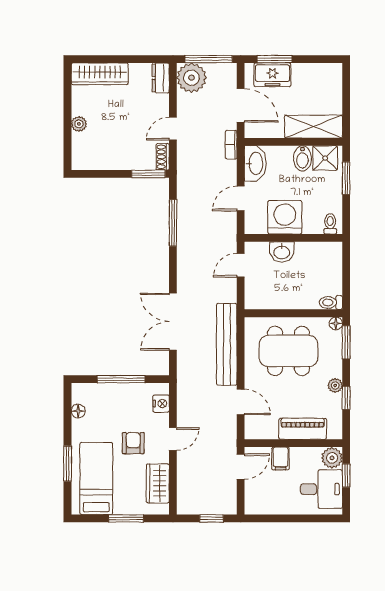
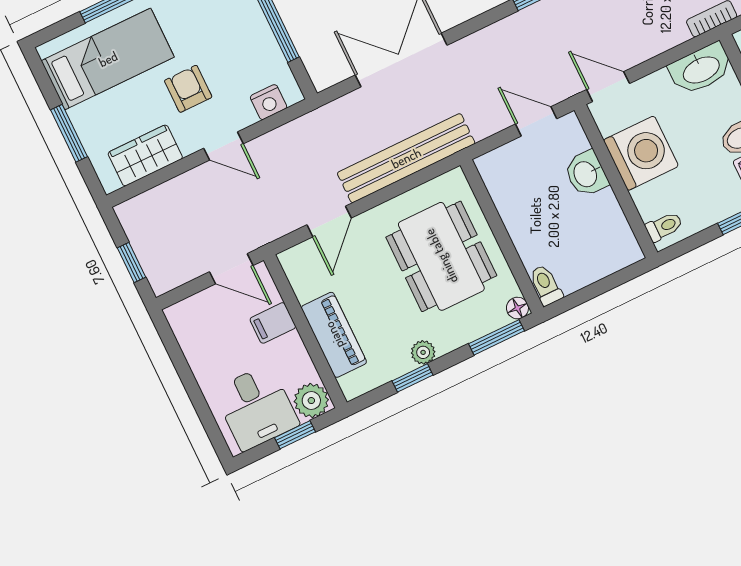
door: (241, 198) -> (608, 87), moved
armchair: (133, 443) -> (188, 89), turned -90

